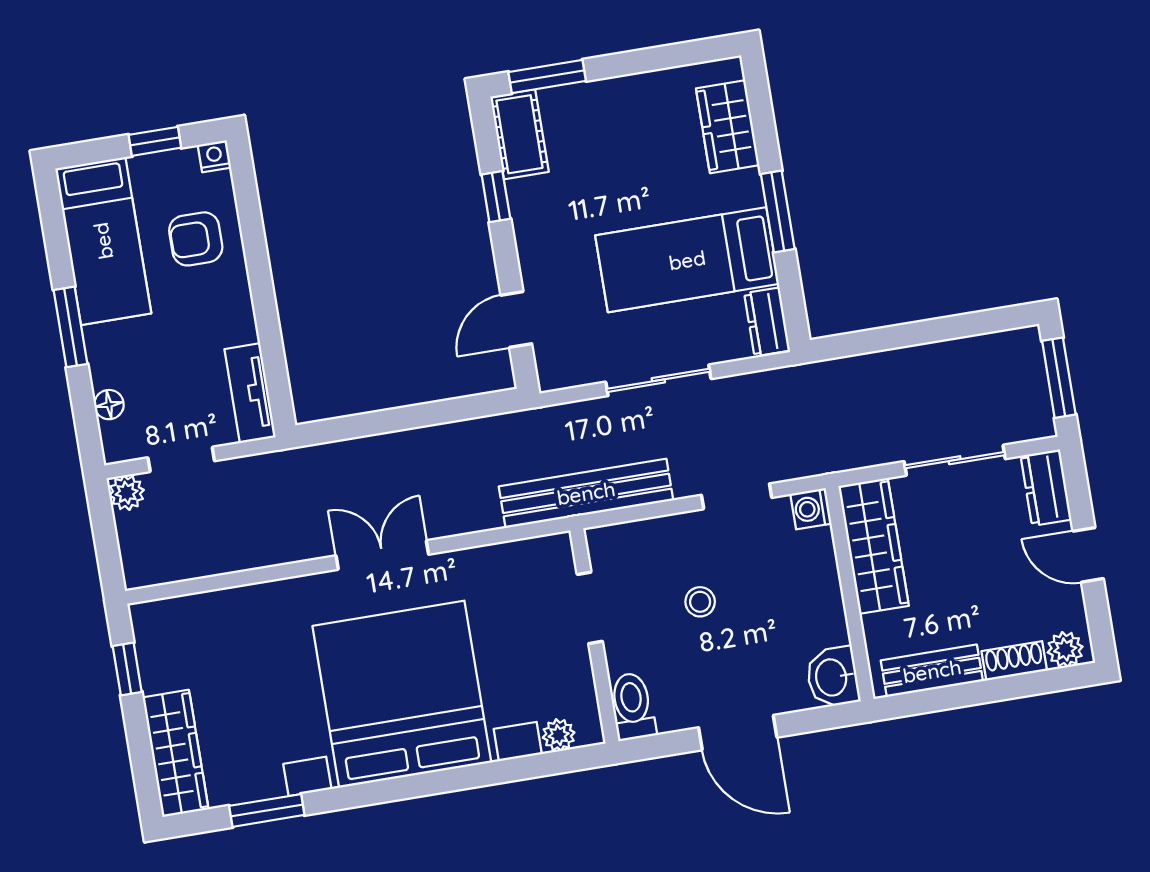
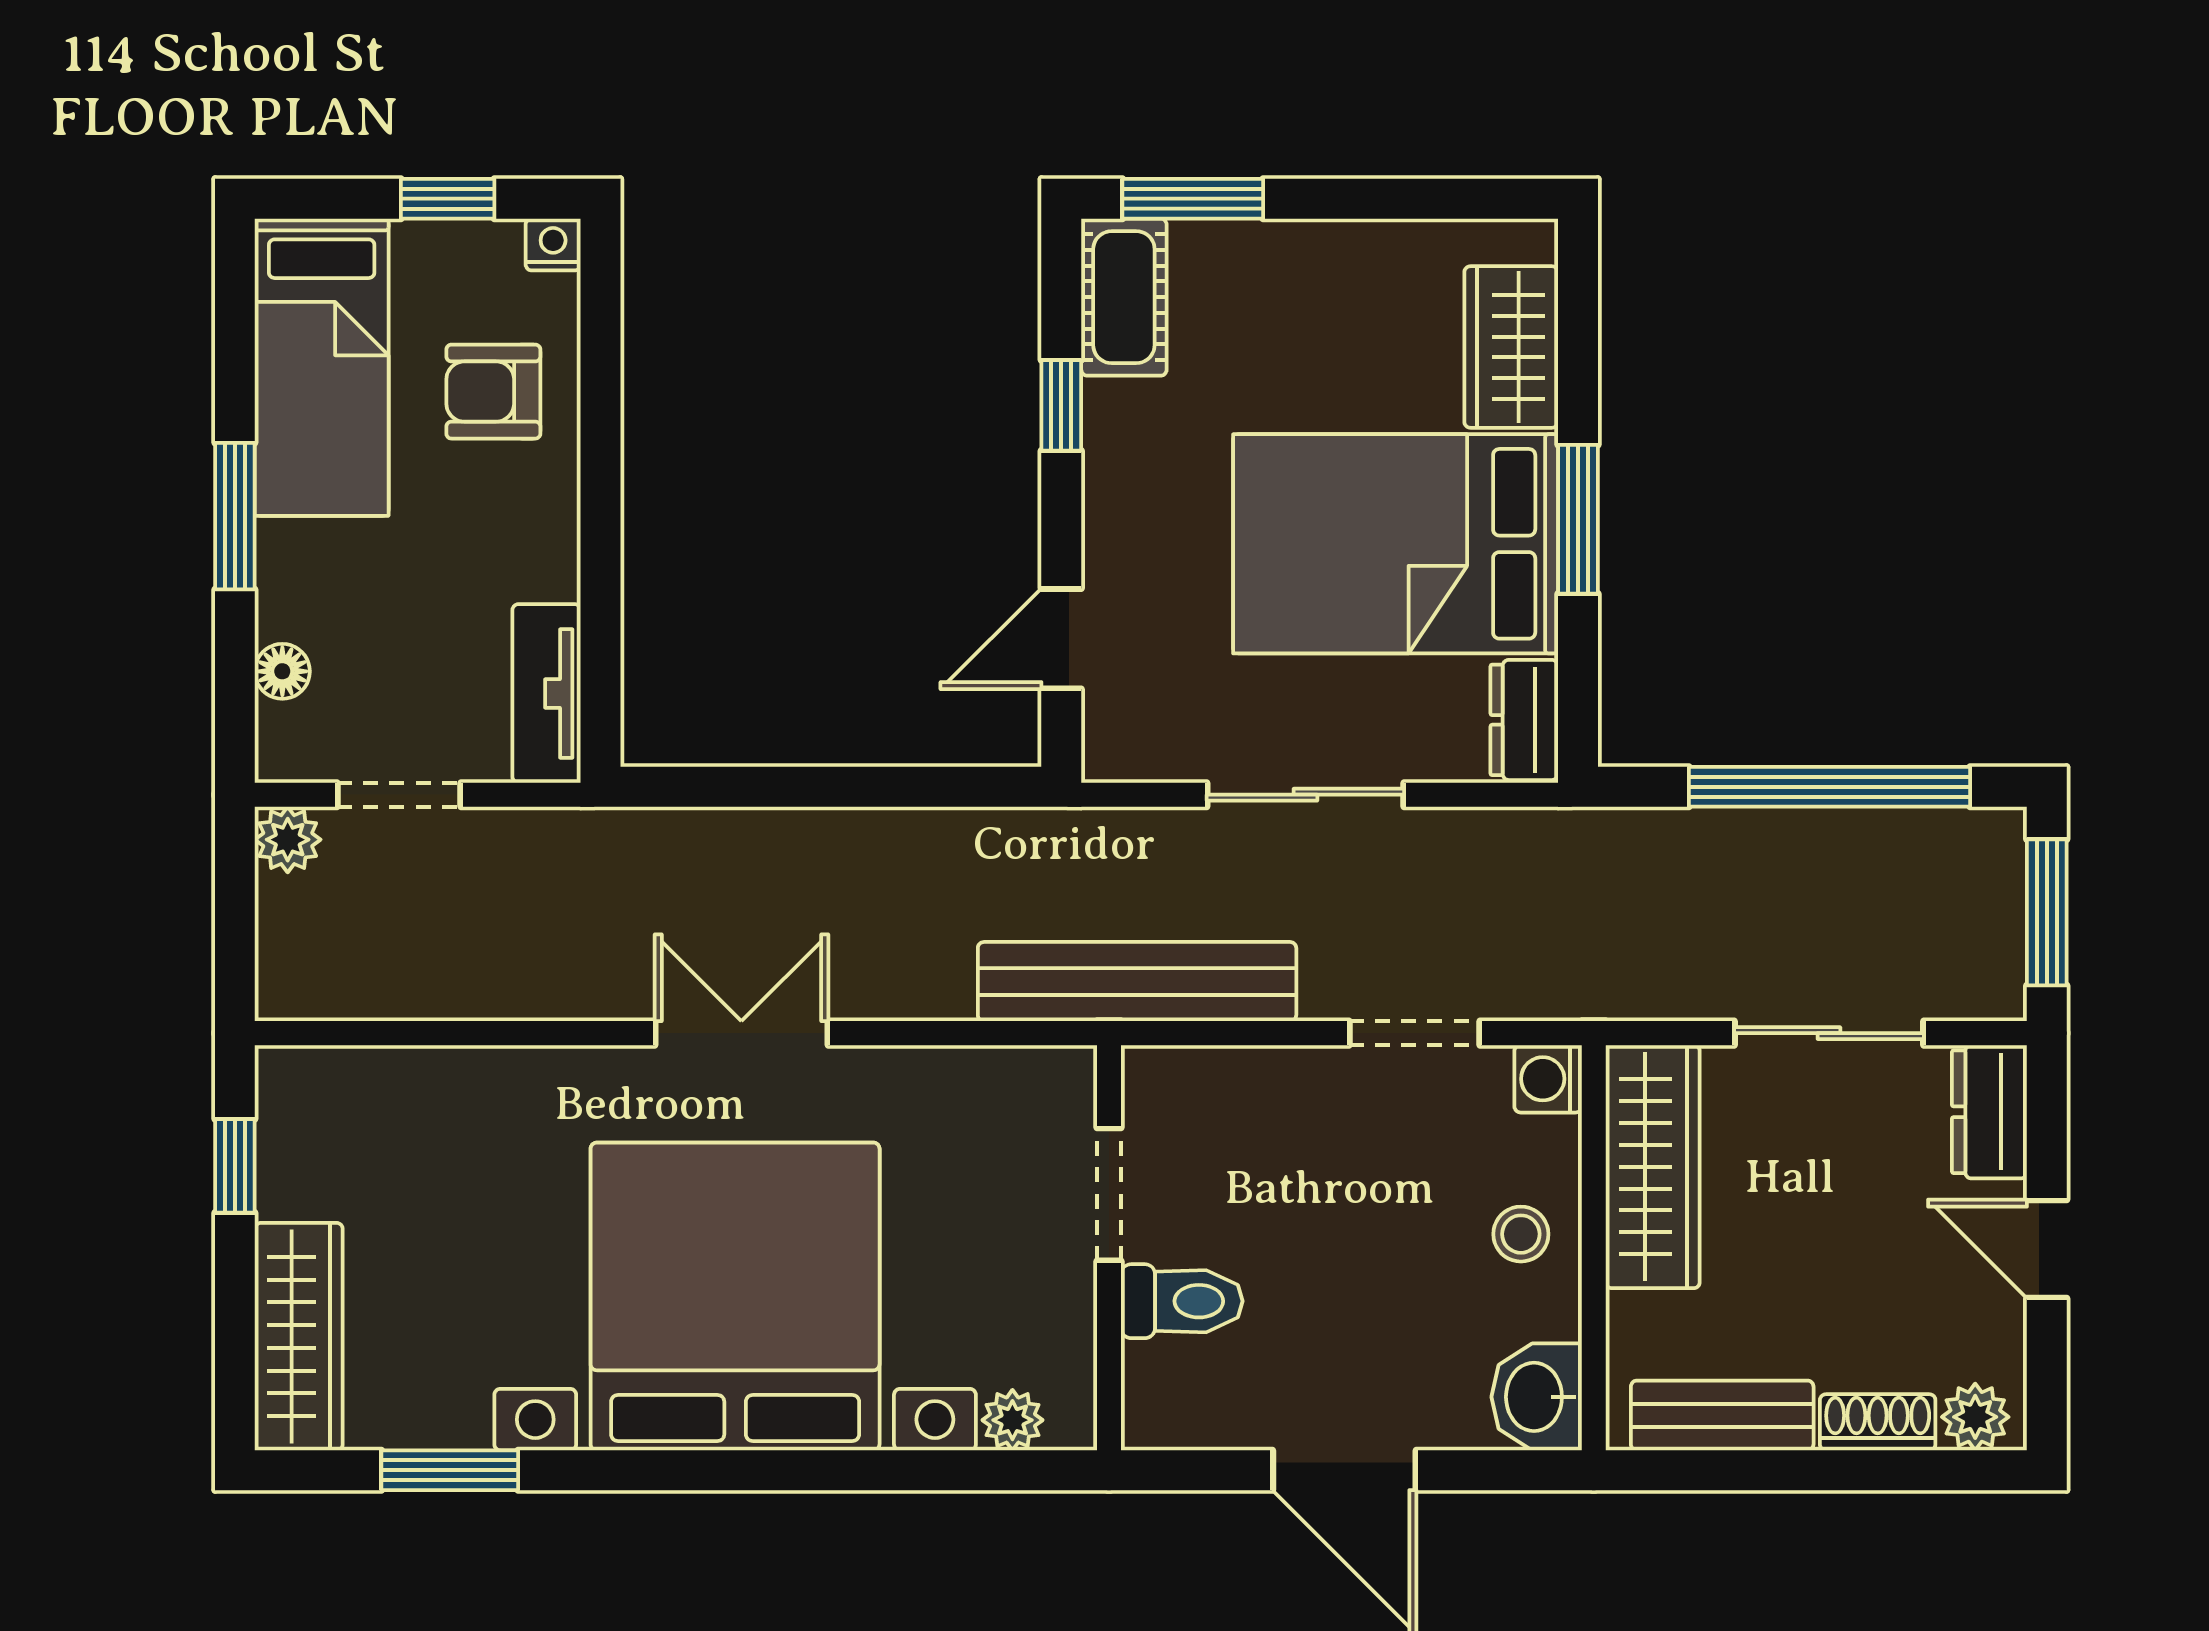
bed: (687, 260) -> (1396, 544), width x1.50
window: (934, 330) -> (1830, 787), added
stool: (700, 602) -> (1521, 1234), moved
toilet: (633, 706) -> (1182, 1301), moved, turned 90

